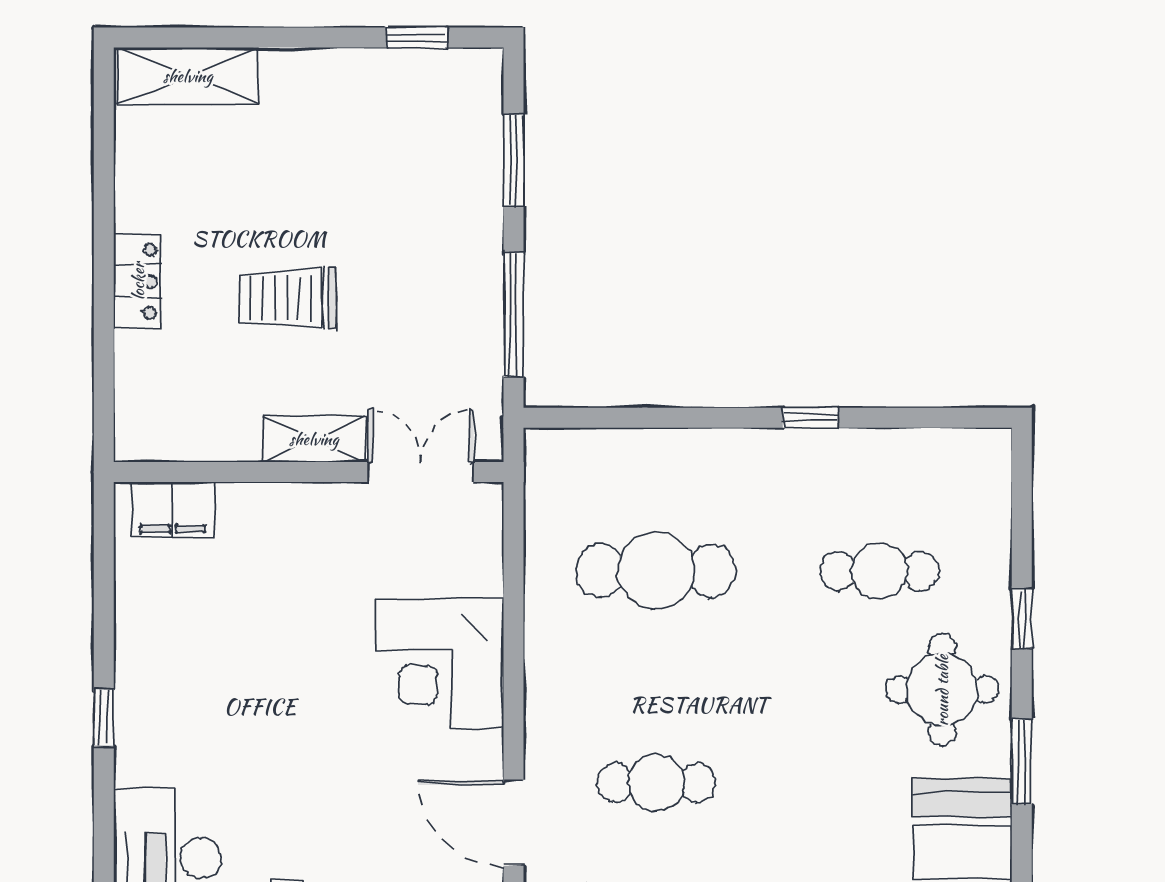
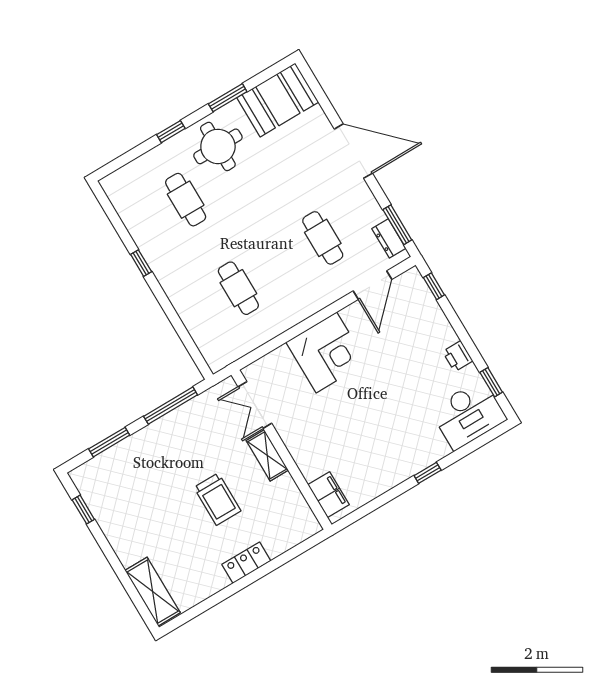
cafe table: (656, 571) -> (238, 288), width x0.73, depth x0.74

